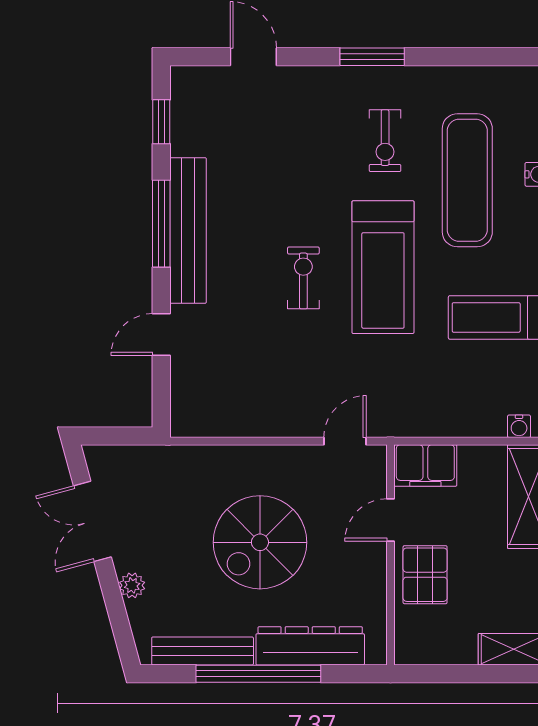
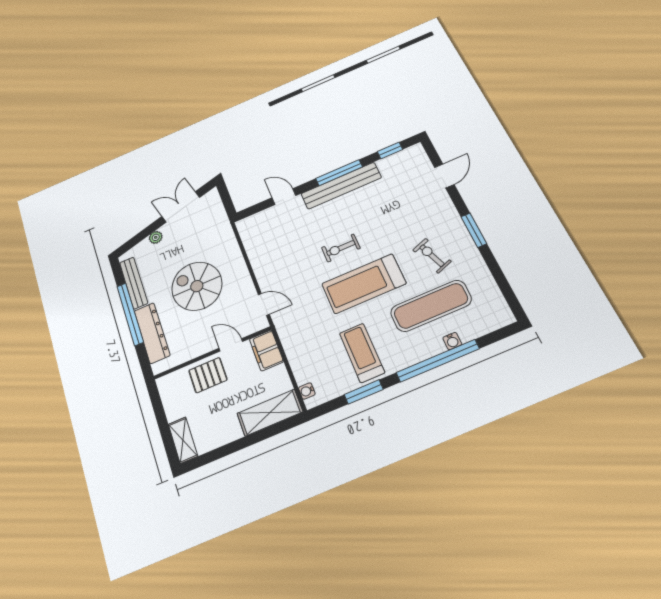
exercise bike: (385, 141) -> (432, 256), turned 70
exercise bike: (303, 278) -> (341, 248), turned 180

